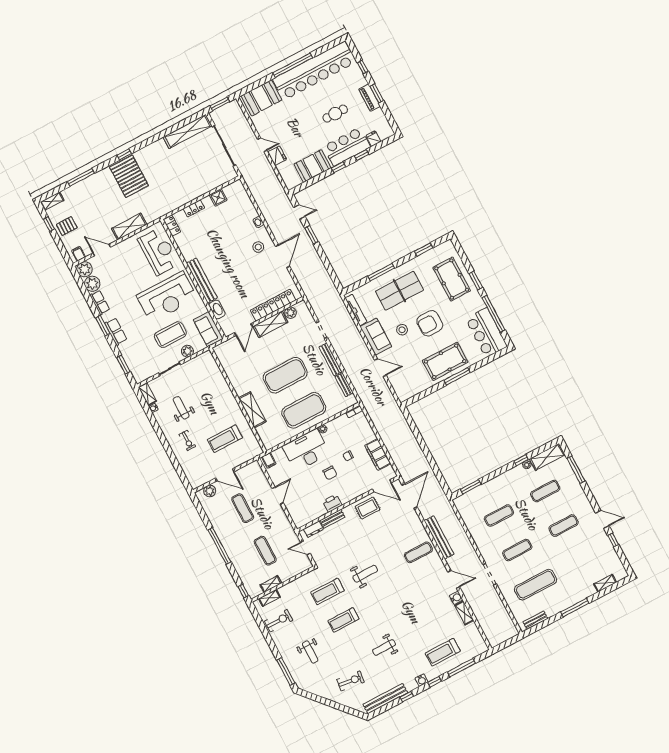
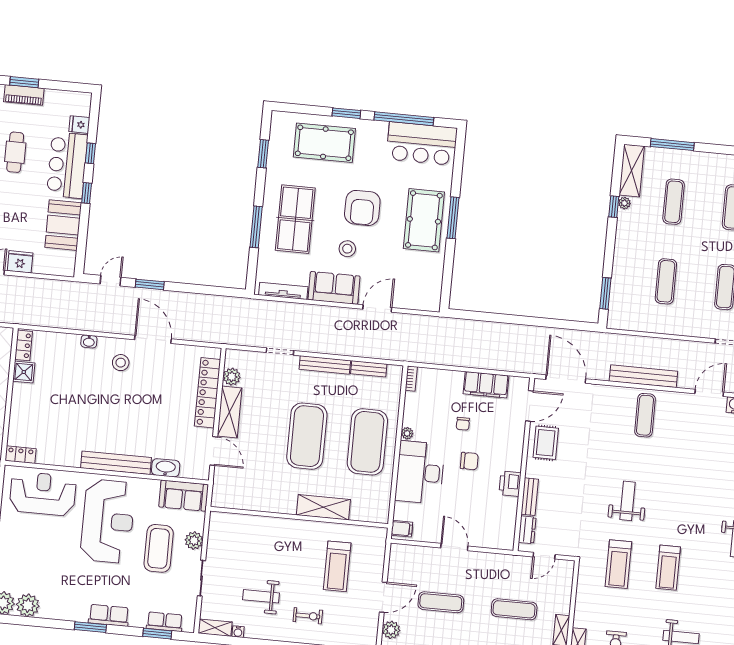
locker: (194, 208) -> (24, 345), moved
row of seats: (100, 302) -> (165, 622), moved

